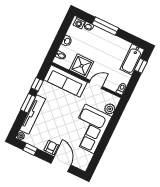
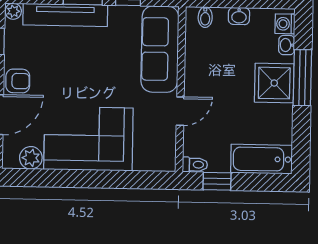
shower: (82, 66) -> (274, 83), moved
window: (141, 66) -> (217, 181), moved
door: (96, 84) -> (180, 111), hinge flipped
plant: (110, 109) -> (31, 158), moved

